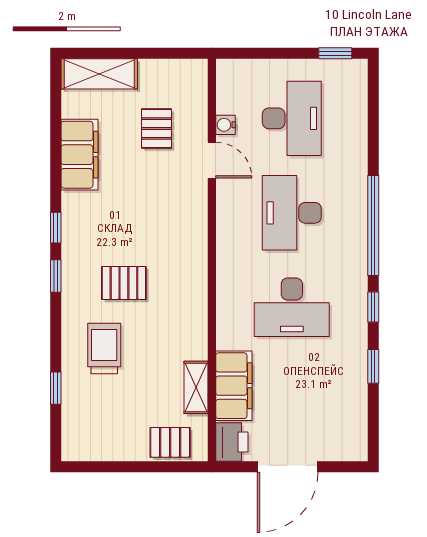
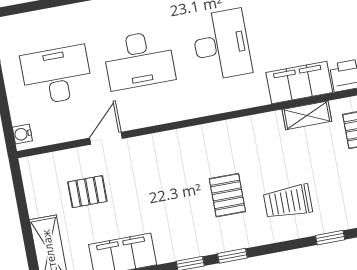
water cooler: (225, 125) -> (22, 134), moved, turned 90

